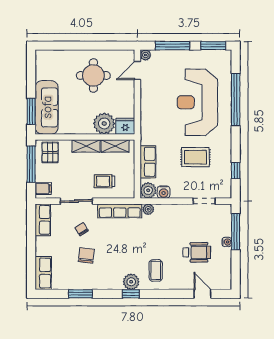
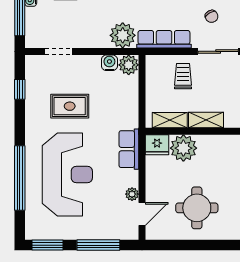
plant: (145, 55) -> (132, 194), moved
row of seats: (148, 162) -> (129, 149), moved
trolley: (104, 181) -> (183, 76), turned -90
plant: (148, 209) -> (123, 35), width x1.87, depth x1.87

